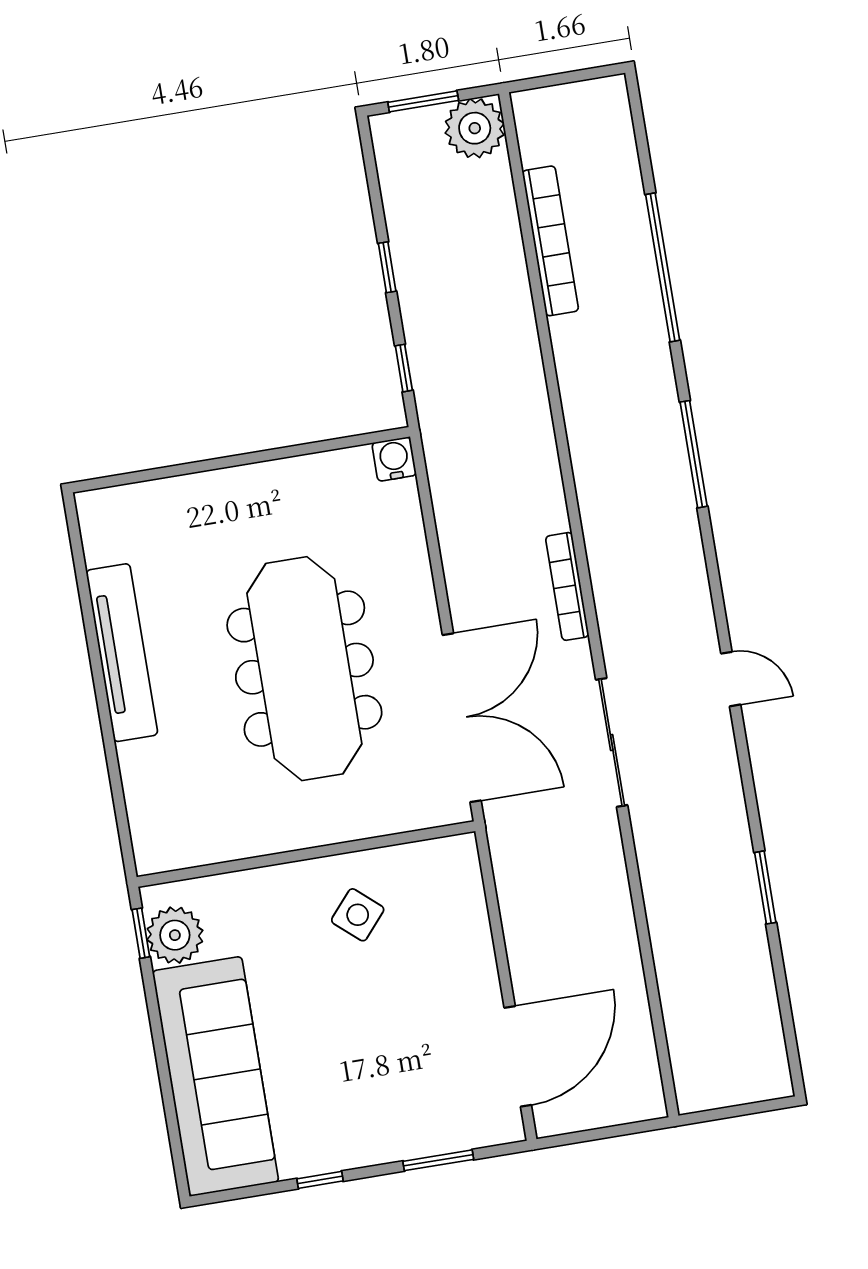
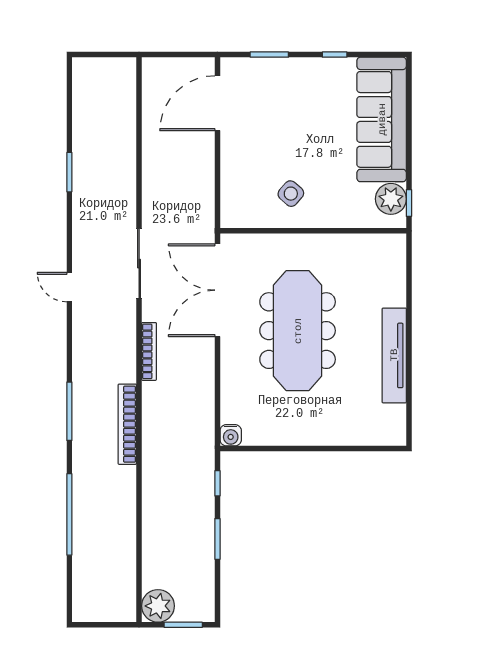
bookcase: (550, 241) -> (127, 424), moved
window: (387, 267) -> (217, 539), width x1.50

